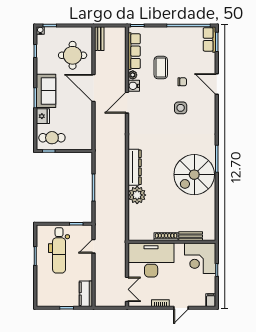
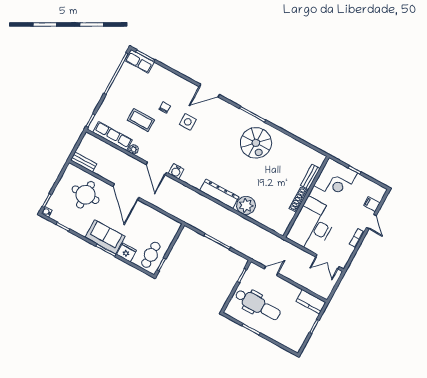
door: (217, 84) -> (209, 91), moved
water cooler: (134, 86) -> (176, 171), moved
door: (93, 88) -> (126, 192), hinge flipped
spiral stairs: (194, 175) -> (256, 143), width x0.73, depth x0.73
door: (93, 246) -> (271, 271), swing flipped
double door: (127, 289) -> (327, 262), swing flipped
filing cabinet: (211, 300) -> (372, 204), moved

